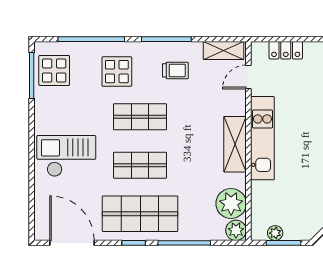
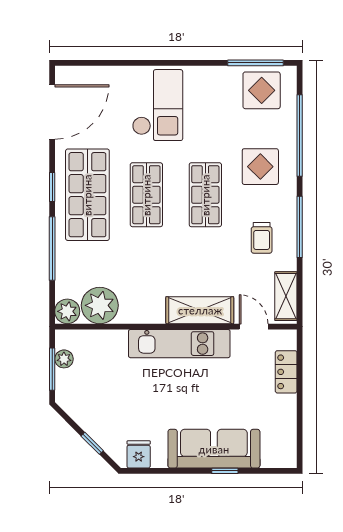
shelving: (235, 144) -> (200, 310), moved

